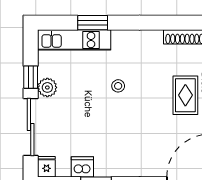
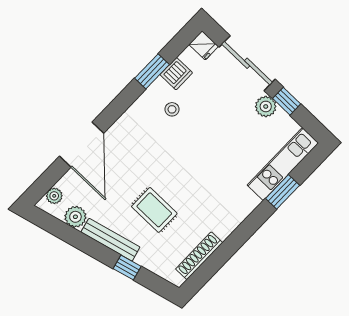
stool: (118, 86) -> (172, 109), moved

